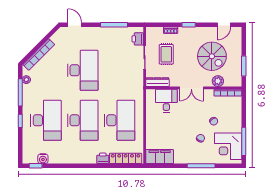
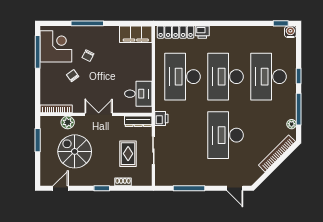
printer: (138, 39) -> (161, 119), moved
desk: (166, 101) -> (138, 94), moved, turned -90
water cooler: (43, 159) -> (290, 32), moved

